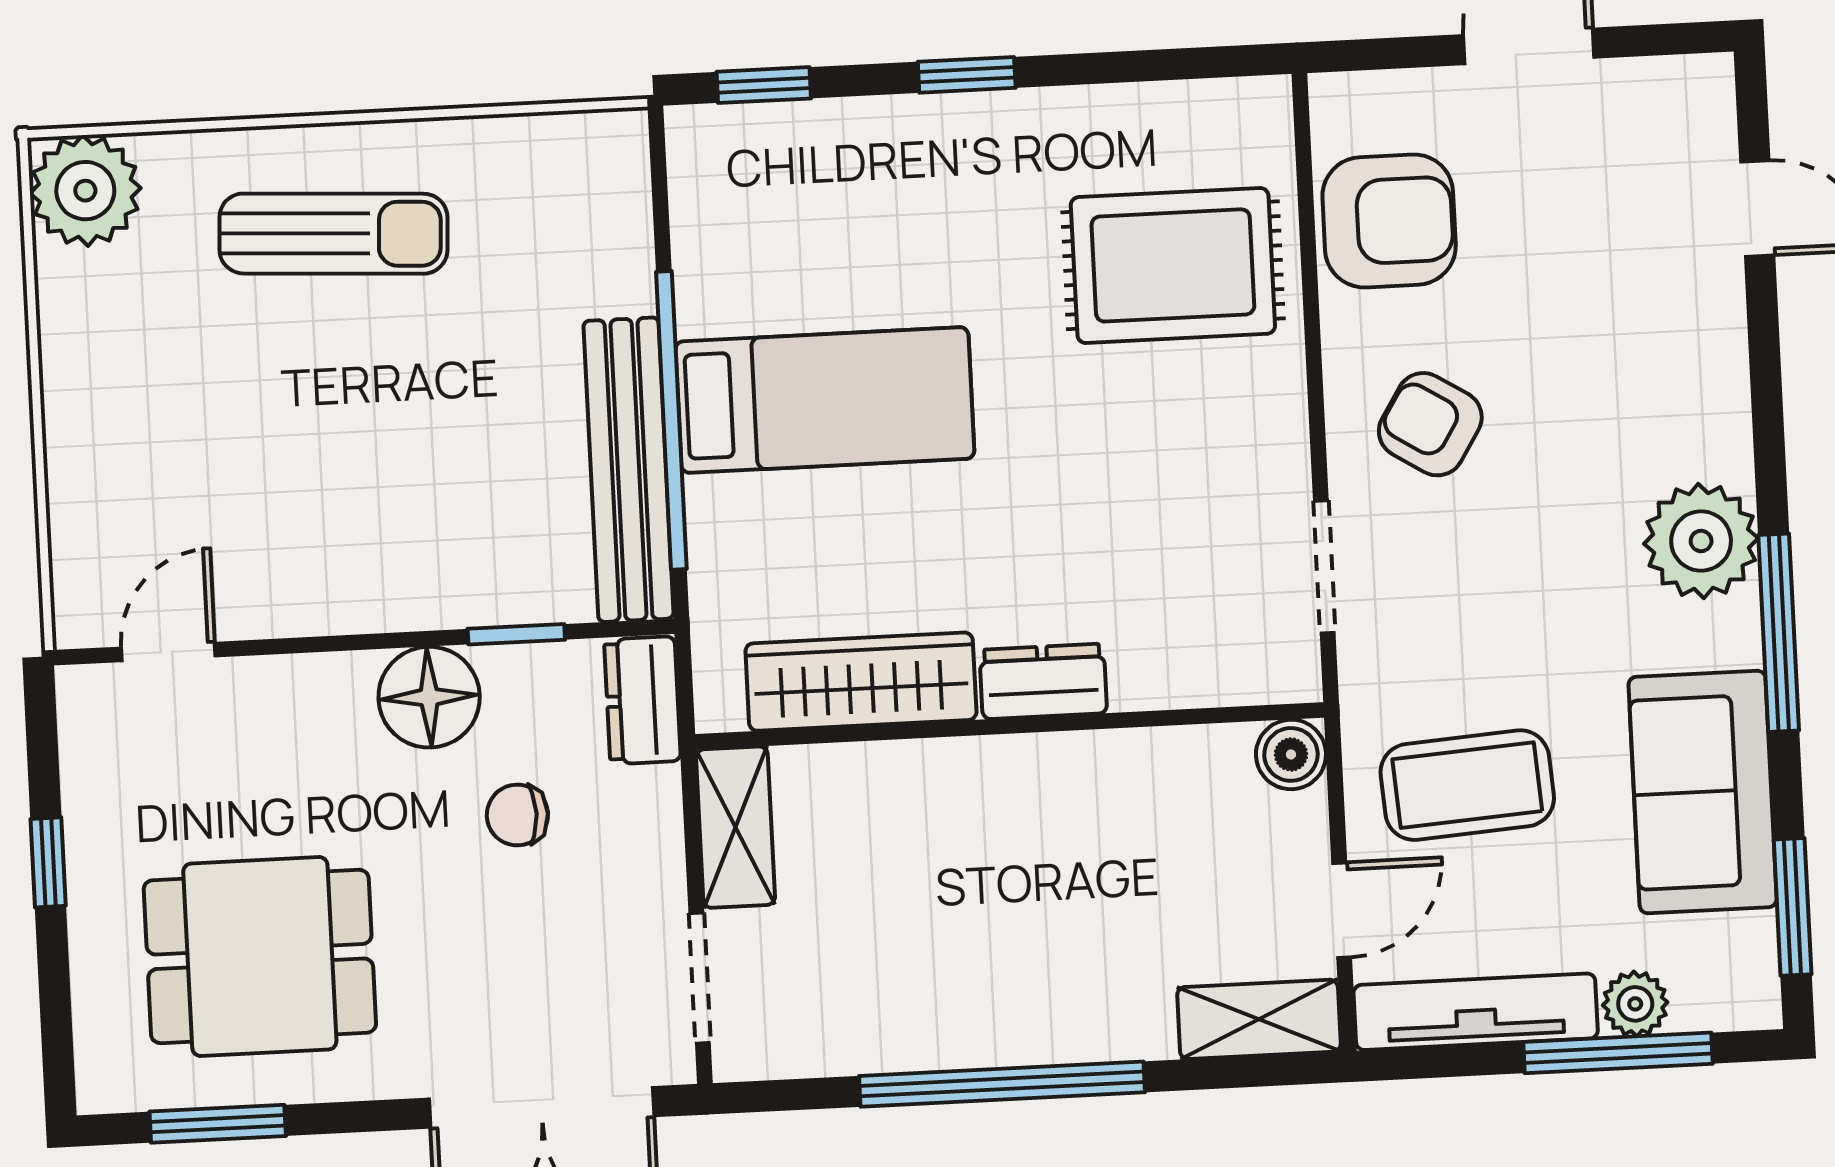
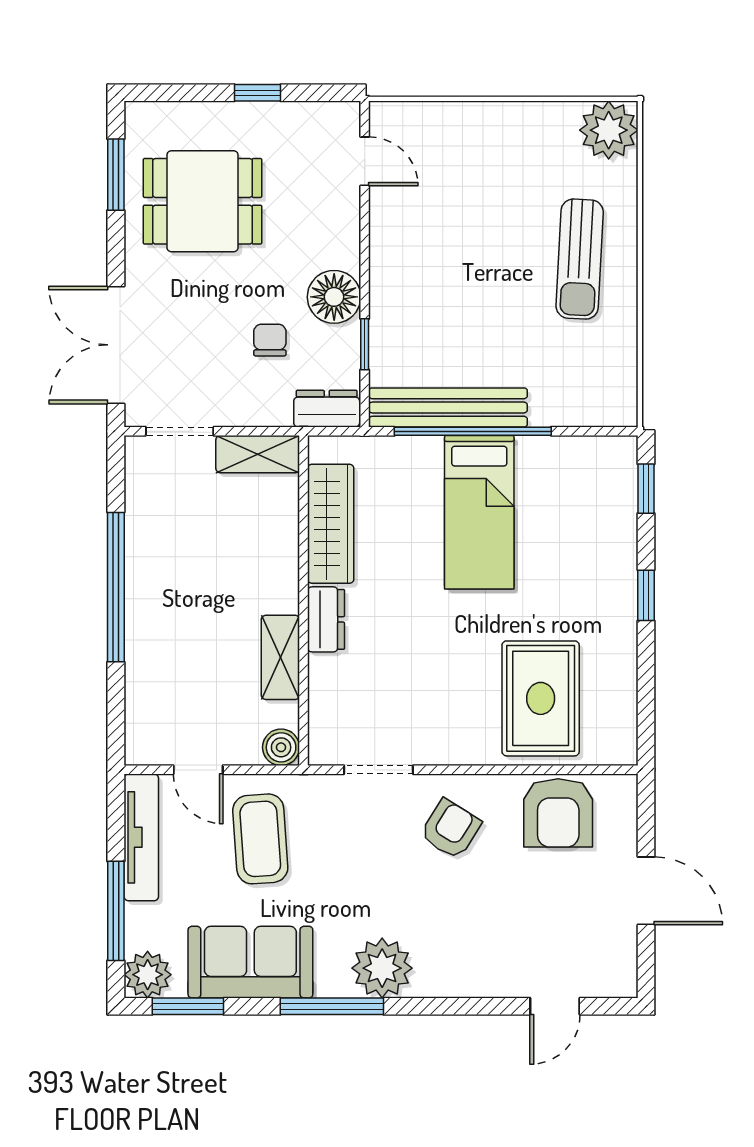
dining table: (260, 956) -> (203, 201), turned 90
plant: (1635, 1004) -> (148, 975), moved, width x1.38, depth x1.38
shelving: (1259, 1019) -> (280, 657), moved

